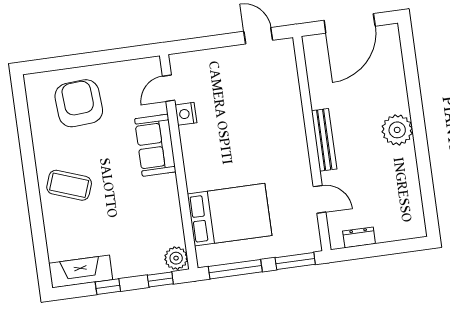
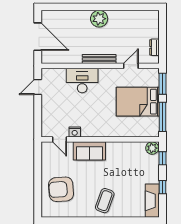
desk: (281, 115) -> (82, 81), added
bed: (230, 215) -> (138, 102), moved, turned -90

